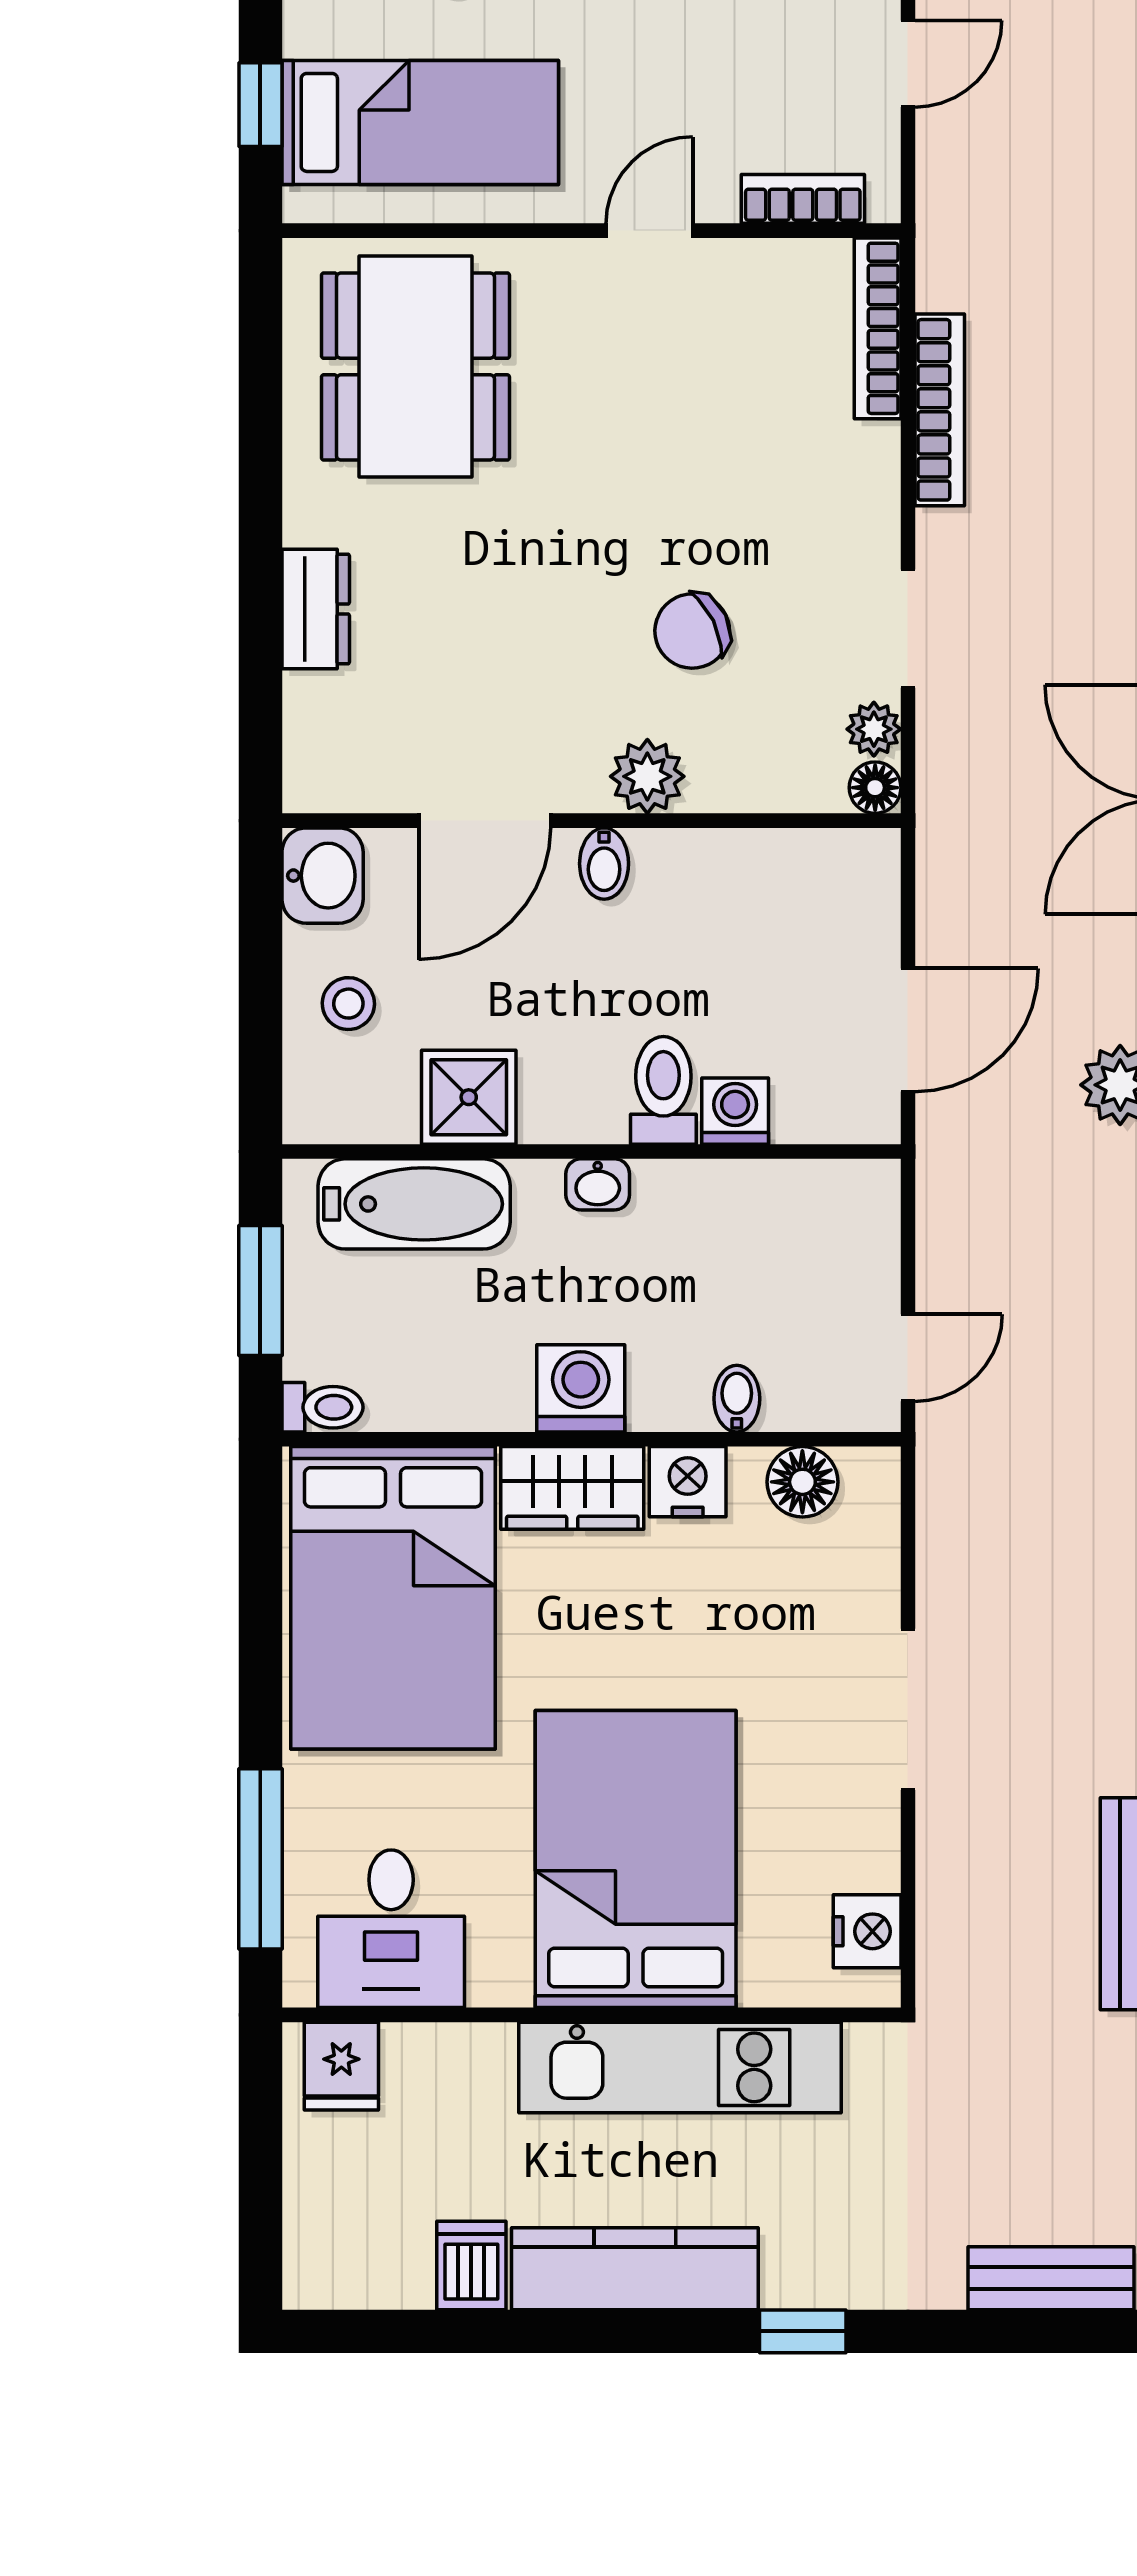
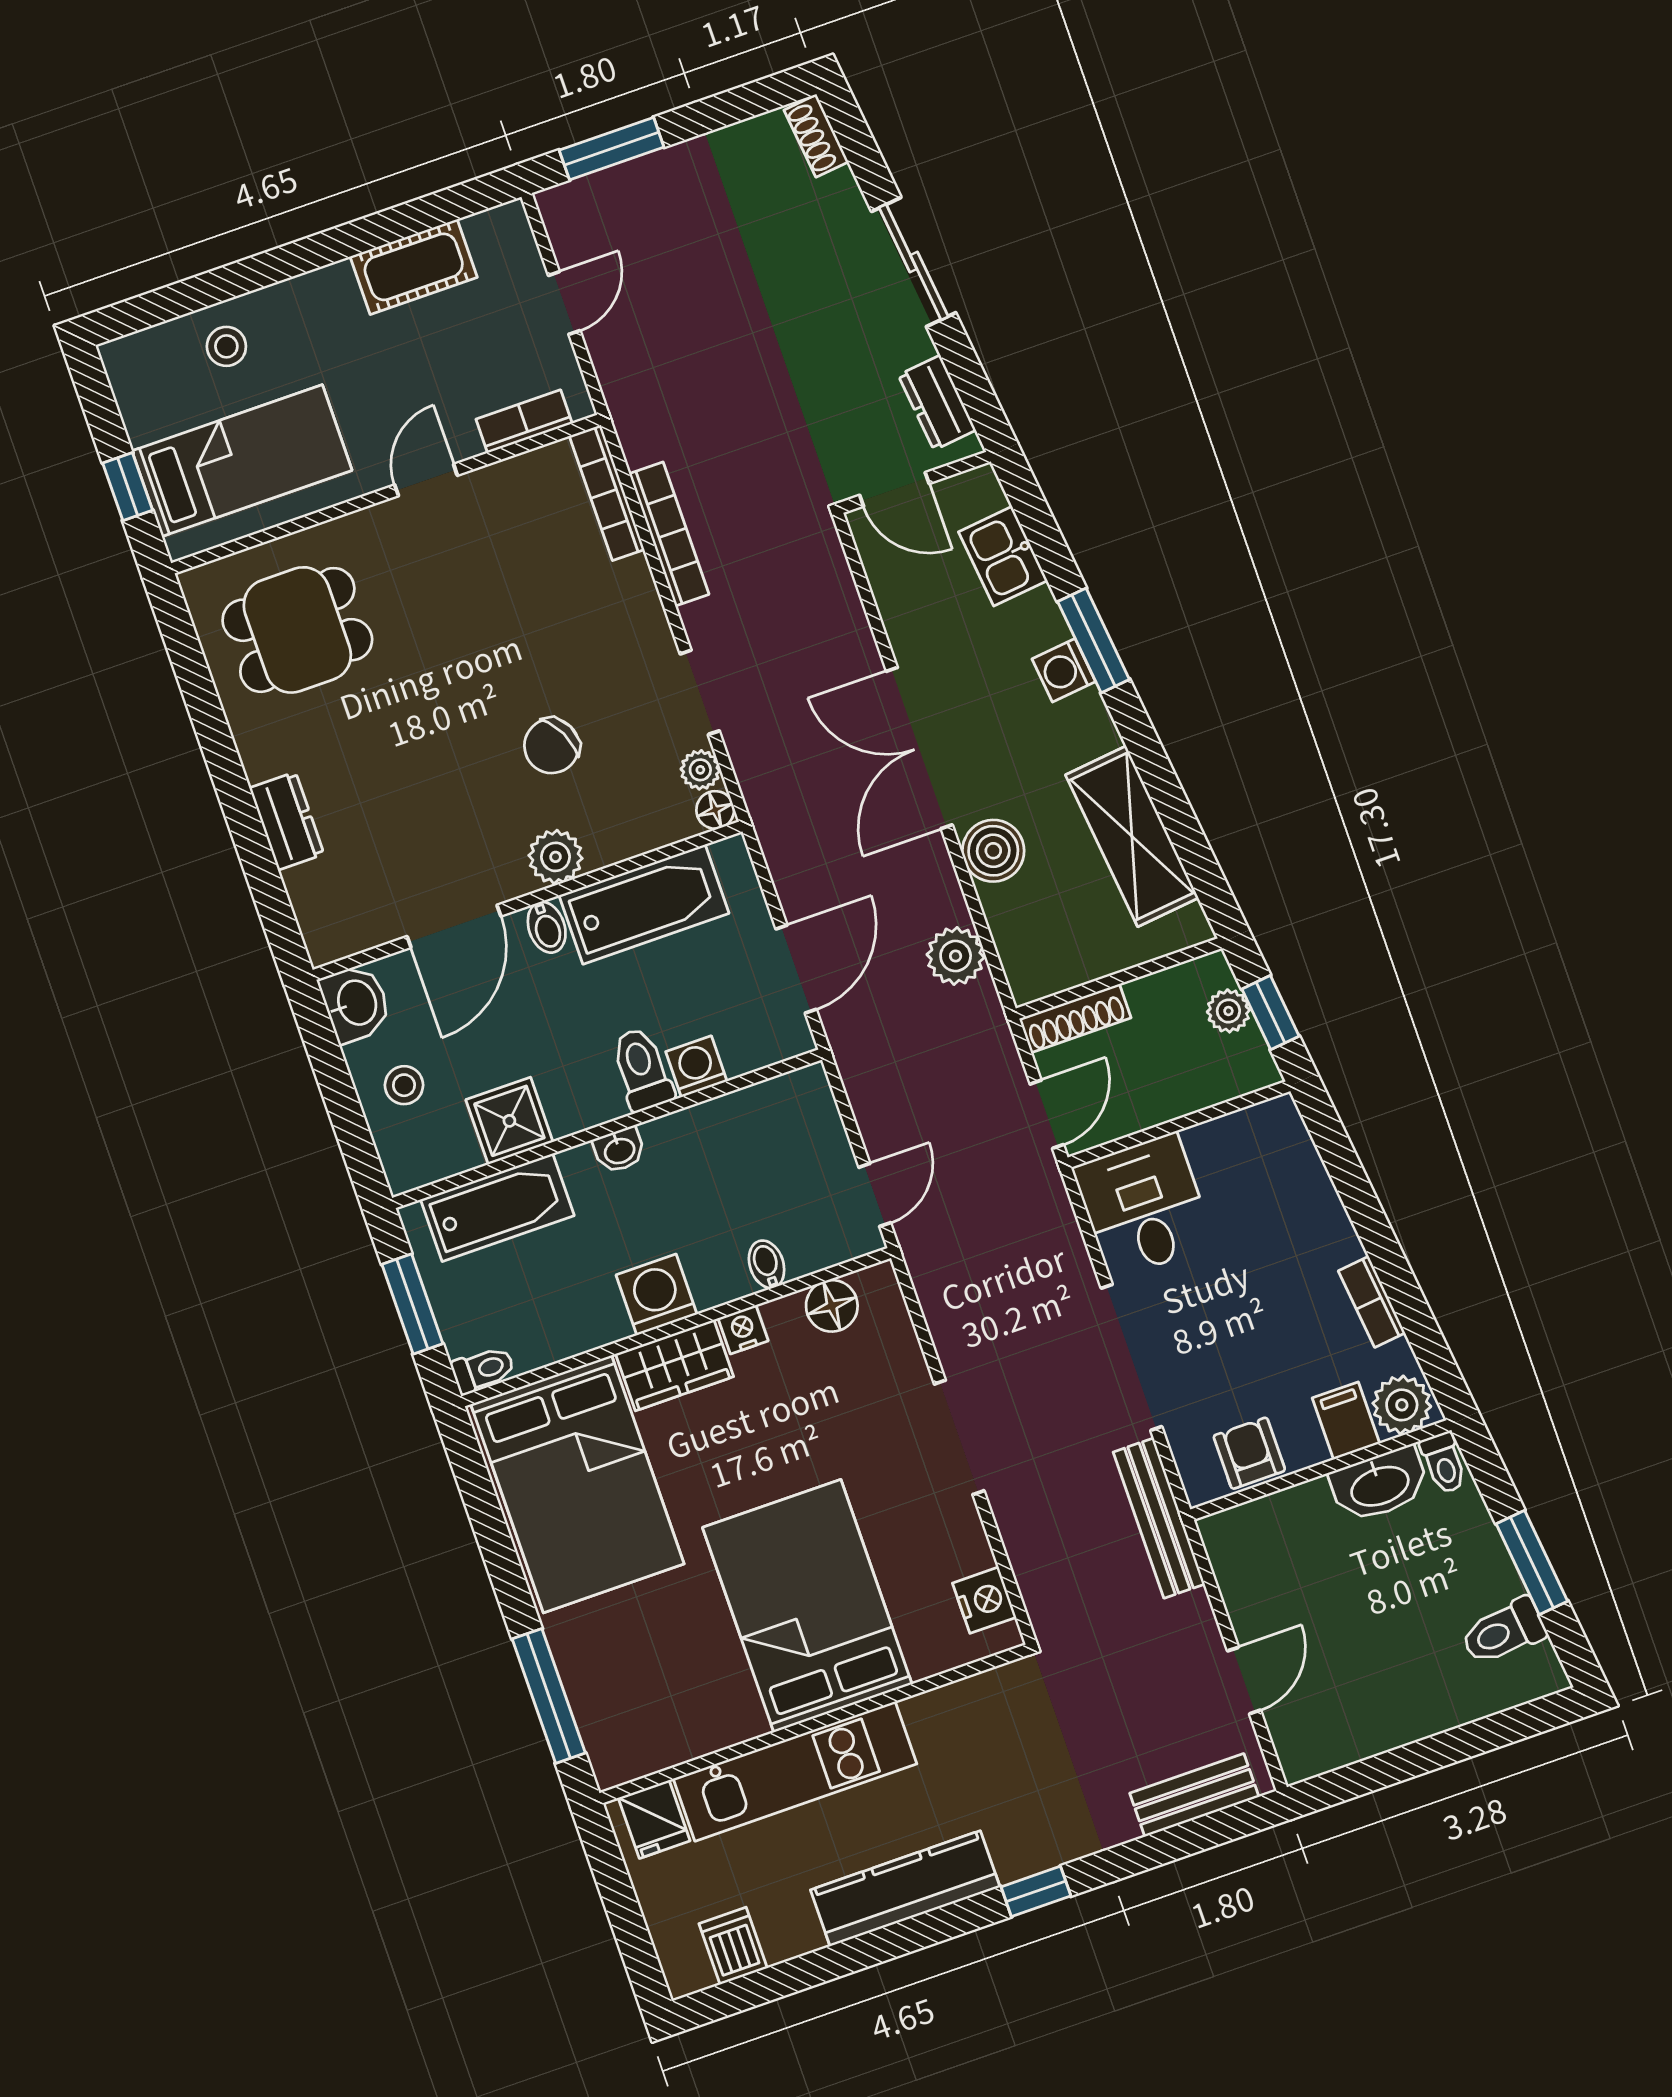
dining table: (415, 367) -> (297, 630), width x0.73
bathtub: (740, 878) -> (644, 904), added
nightstand: (688, 1482) -> (743, 1330), width x0.72, depth x0.74
desk: (391, 1929) -> (656, 1713), removed
kitchen unit: (680, 2067) -> (795, 1771), moved
dishwasher: (471, 2265) -> (733, 1946), moved

